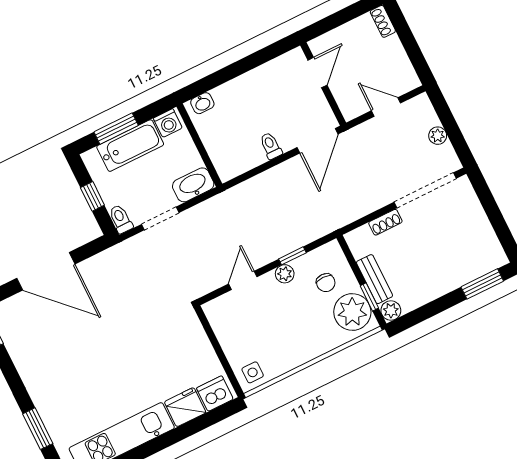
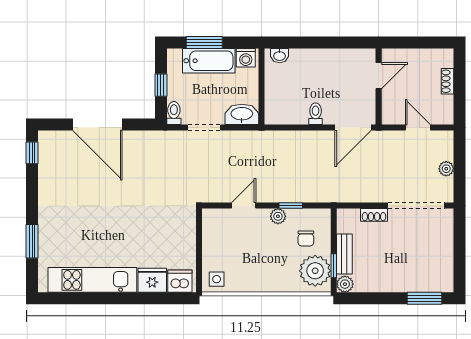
shoe rack: (383, 21) -> (448, 81), moved

